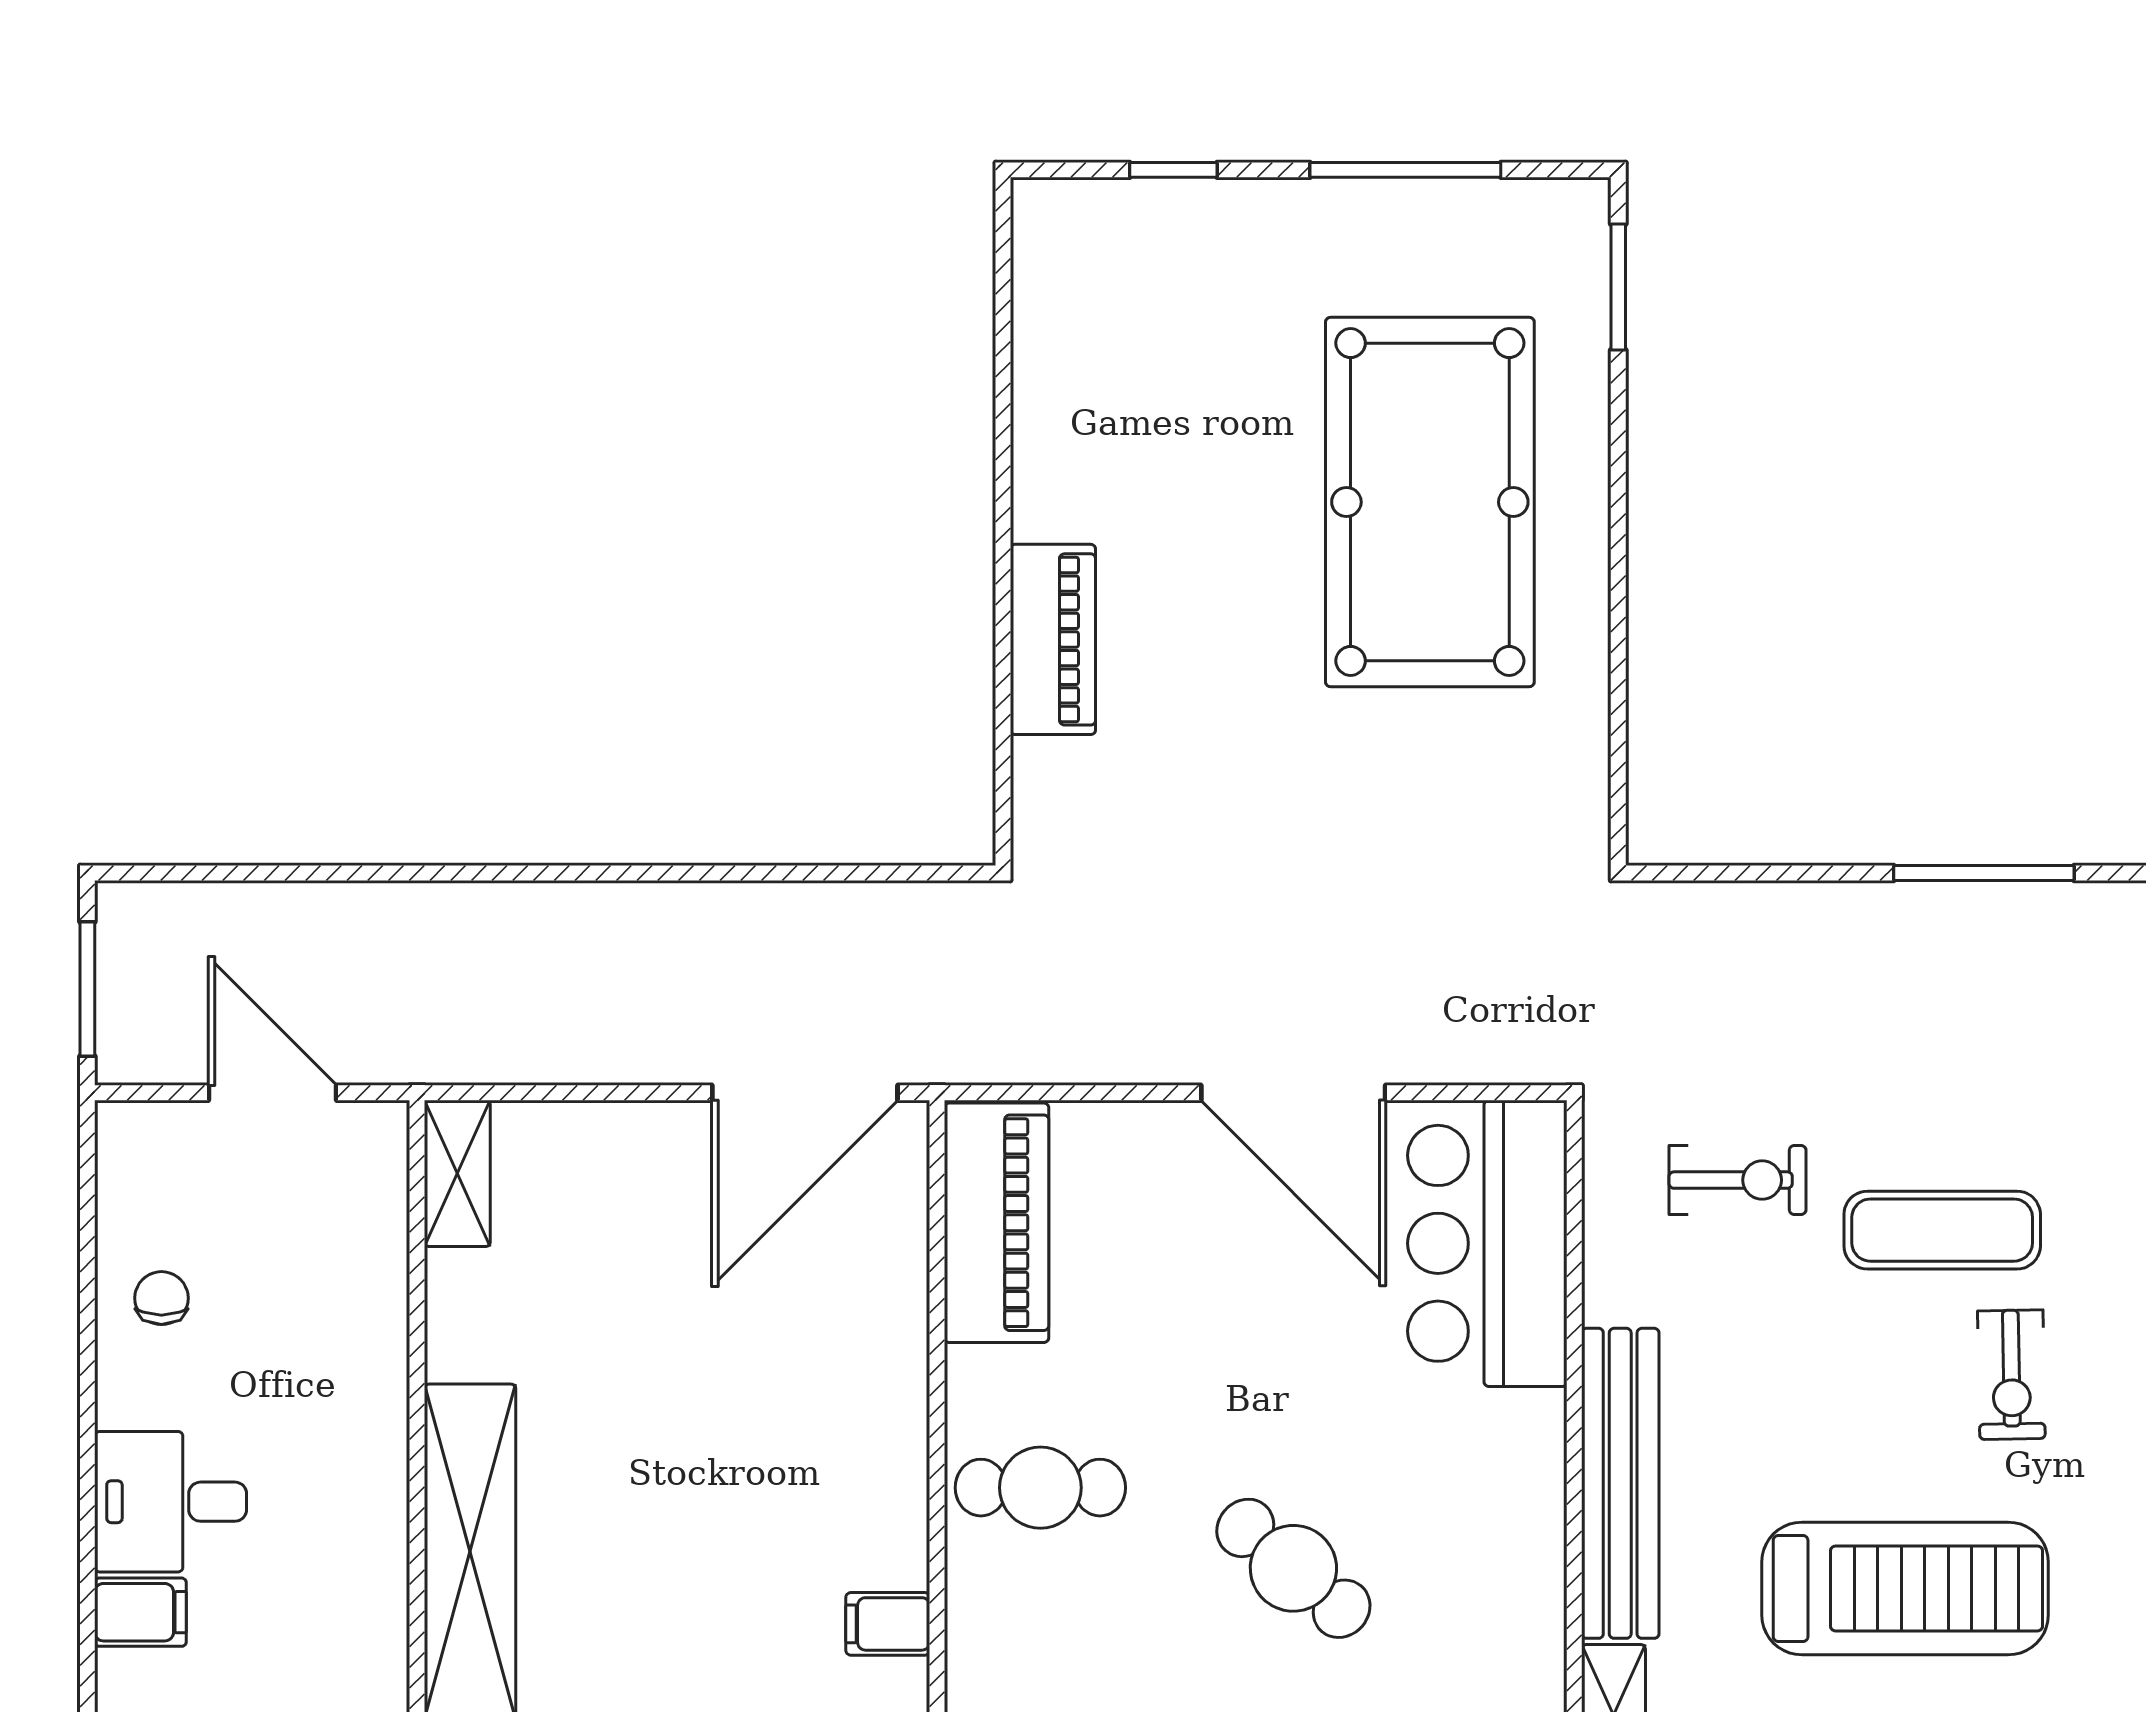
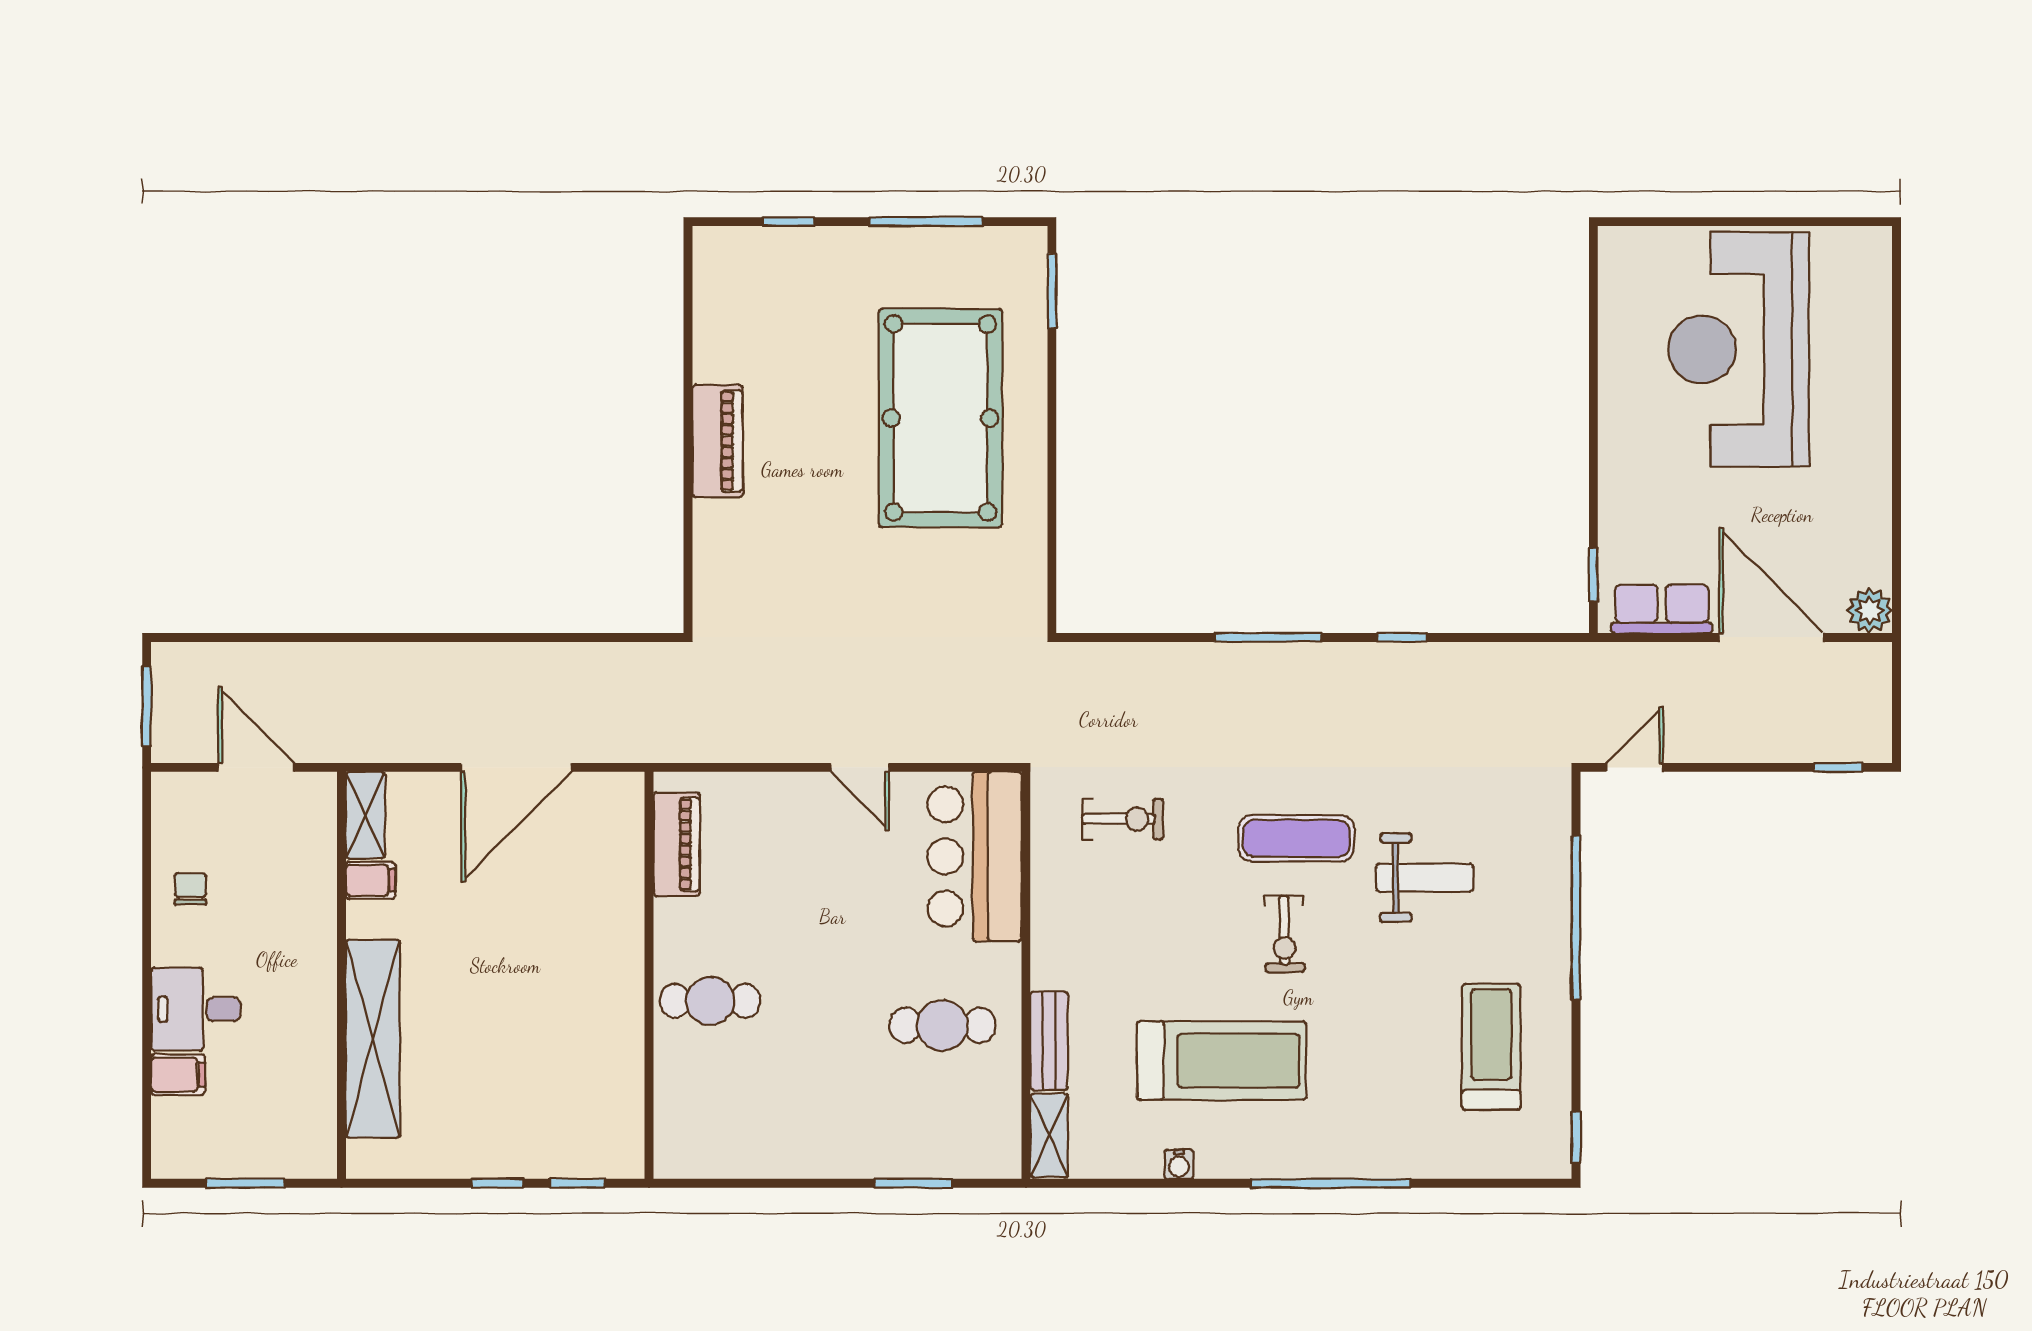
piano: (1053, 639) -> (718, 441), moved
door: (805, 1093) -> (516, 767), moved
door: (1293, 1093) -> (860, 767), width x0.53
piano: (996, 1223) -> (677, 844), width x0.73, depth x0.75
exercise mat: (1942, 1230) -> (1296, 838), moved
bench: (1620, 1483) -> (1049, 1041), width x0.54, depth x0.82
cafe table: (1293, 1568) -> (942, 1025), moved, turned -40
filing cabinet: (888, 1624) -> (371, 880), moved, turned 180

